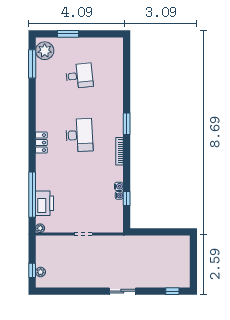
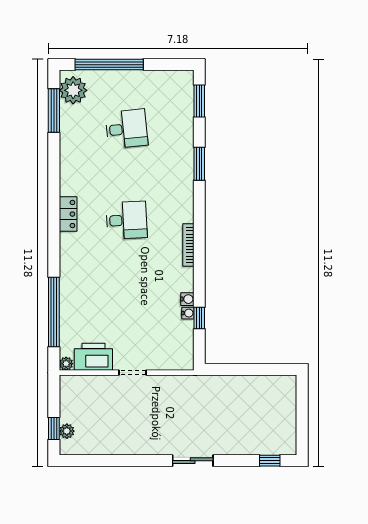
window: (68, 34) -> (109, 65), width x2.11
window: (127, 58) -> (199, 101), added
window: (127, 124) -> (199, 164), moved
desk: (79, 135) -> (127, 220), width x0.73
locker: (41, 143) -> (68, 214), moved
printer: (44, 203) -> (93, 357), moved, turned -90

